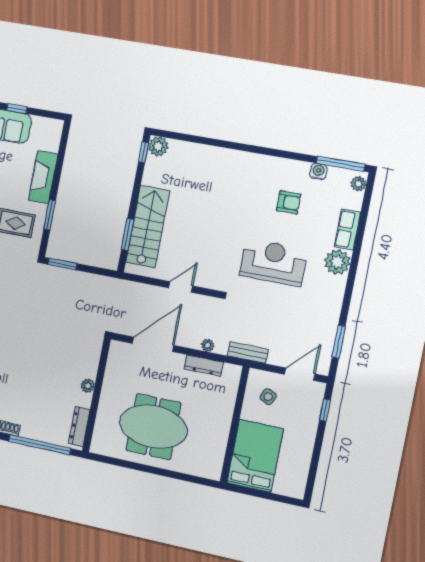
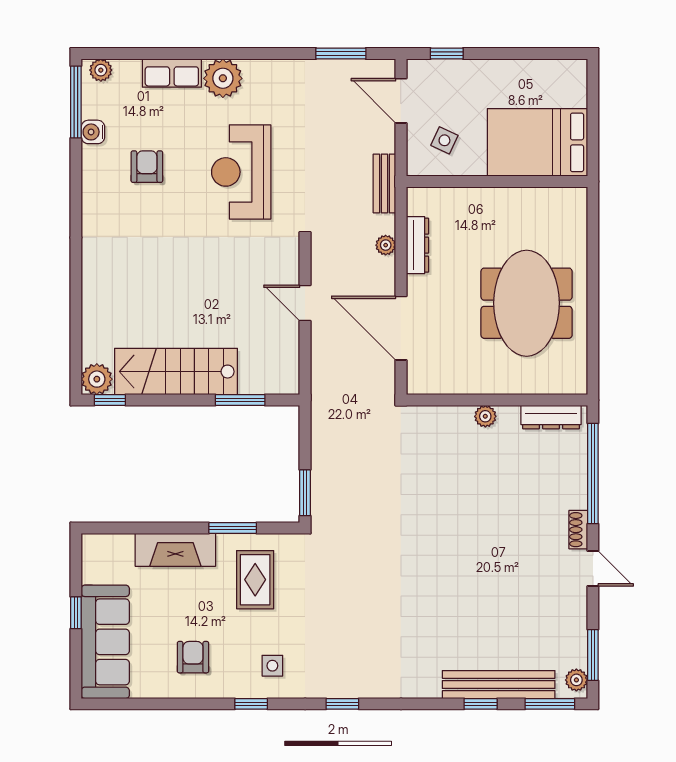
stairs: (148, 227) -> (176, 372), moved

